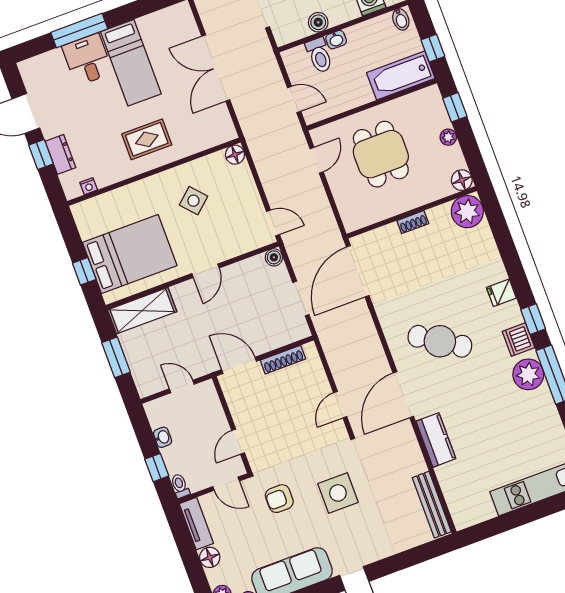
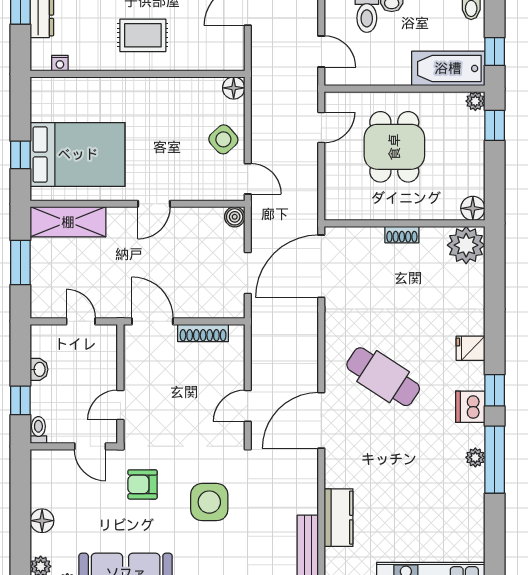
plant: (448, 137) -> (475, 101), moved
side table: (193, 201) -> (223, 139), moved
plant: (528, 374) -> (475, 457), width x0.53, depth x0.53
kitchen counter: (436, 440) -> (339, 518), moved
tv unit: (196, 524) -> (41, 478), removed

